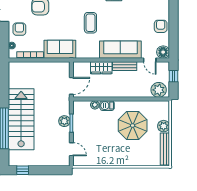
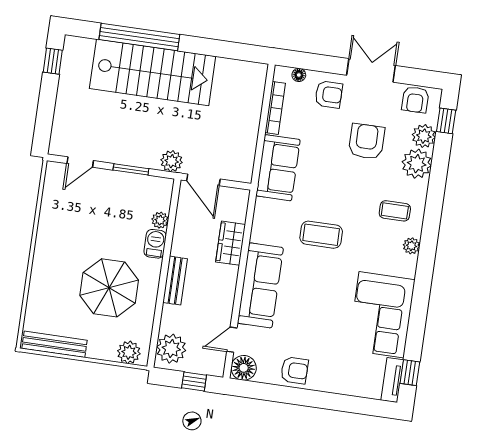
bench: (125, 66) -> (175, 281), moved
plant: (64, 121) -> (172, 161), moved
plant: (164, 126) -> (129, 352), moved

